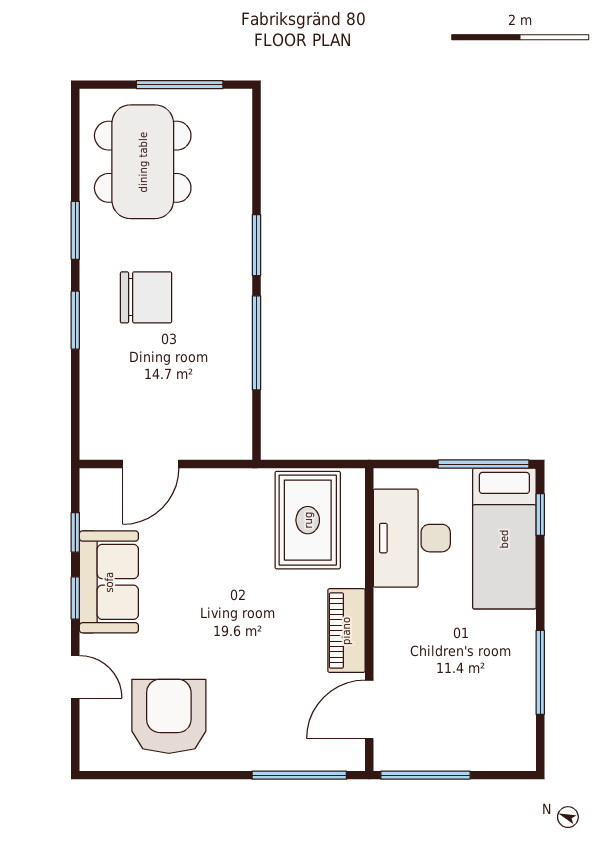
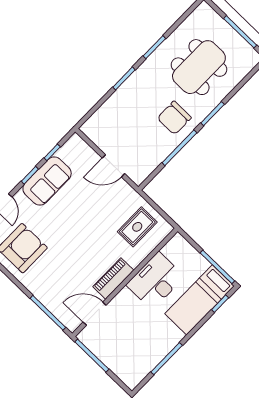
dining table: (143, 162) -> (199, 67), moved
chair: (146, 297) -> (174, 118), moved, turned 90
door: (151, 464) -> (114, 166), moved
rug: (308, 520) -> (137, 227), width x0.73, depth x0.70
desk: (412, 538) -> (155, 281), moved

